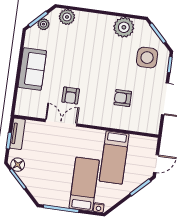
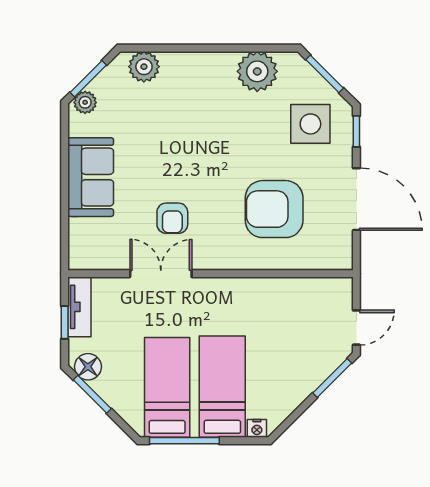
plant: (43, 24) -> (85, 102), moved
armchair: (123, 98) -> (274, 209), width x1.88, depth x1.88
bed: (114, 157) -> (167, 387), moved, turned 180

